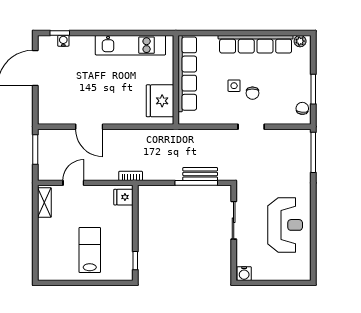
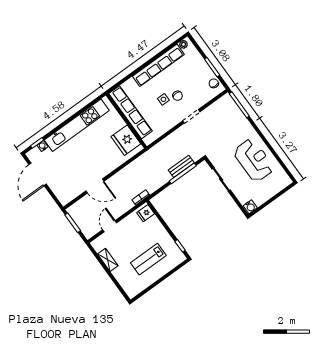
kitchen unit: (130, 45) -> (77, 125), width x1.36
shelving: (44, 202) -> (108, 260), moved
lab bench: (90, 250) -> (148, 259), turned -90

